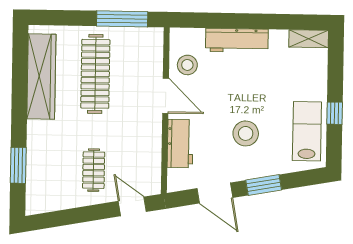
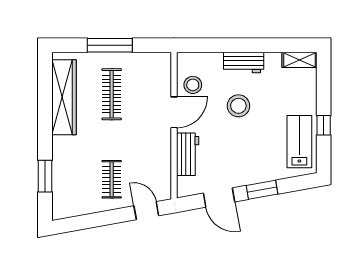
window: (122, 19) -> (110, 45), moved
workbench: (237, 40) -> (244, 62), width x0.73
clothes rail: (95, 74) -> (112, 94), width x0.73, depth x0.76
door: (166, 96) -> (174, 112), hinge flipped
stool: (246, 133) -> (238, 106), moved

